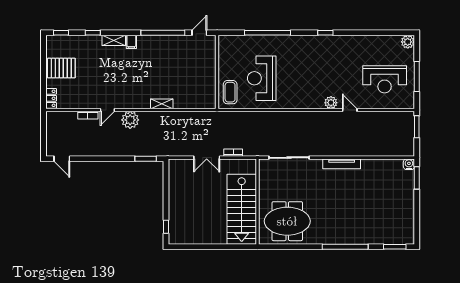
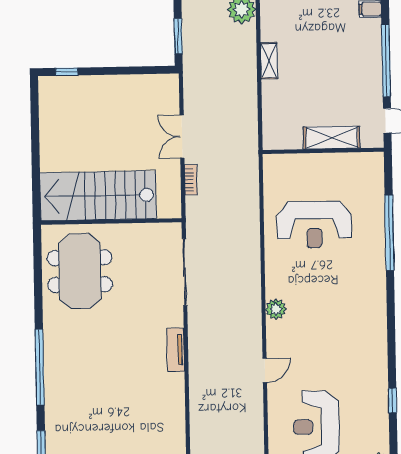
window: (325, 33) -> (393, 400), moved
shelving: (209, 67) -> (332, 138), added
reception desk: (262, 78) -> (314, 225), turned 180
coffee table: (230, 92) -> (290, 173), removed
plant: (331, 103) -> (276, 309), moved
tv unit: (342, 164) -> (176, 350), width x0.71

